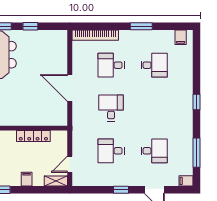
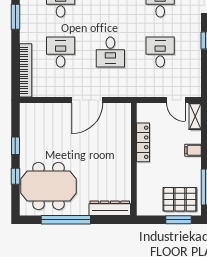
desk: (111, 65) -> (61, 52), turned 180
desk: (111, 108) -> (110, 52), turned -90
desk: (111, 151) -> (160, 52), turned 180

